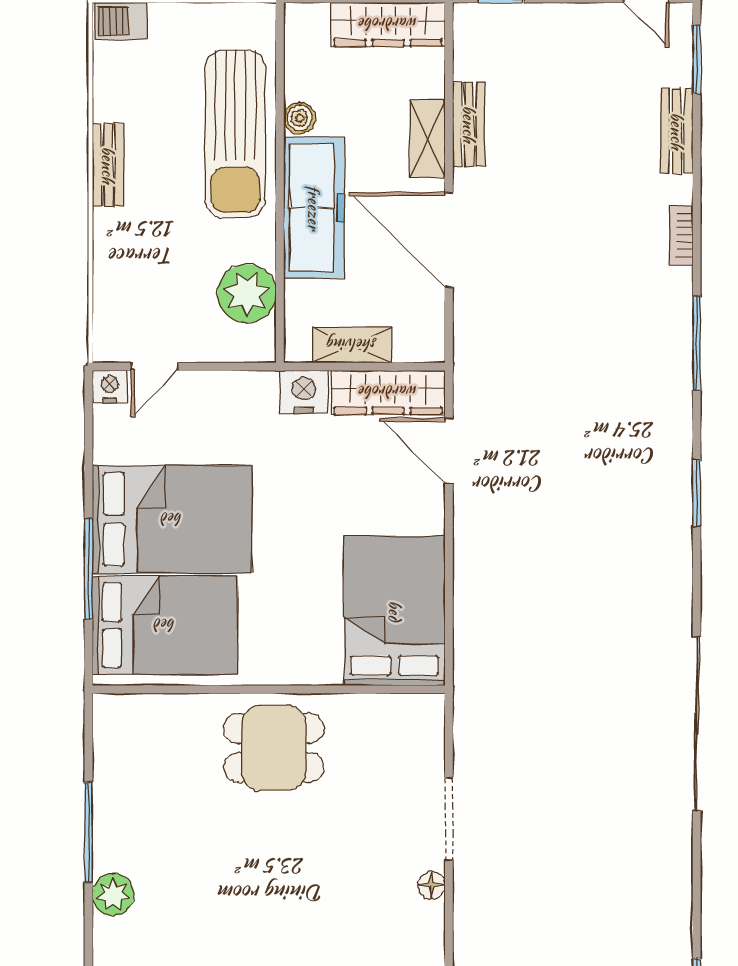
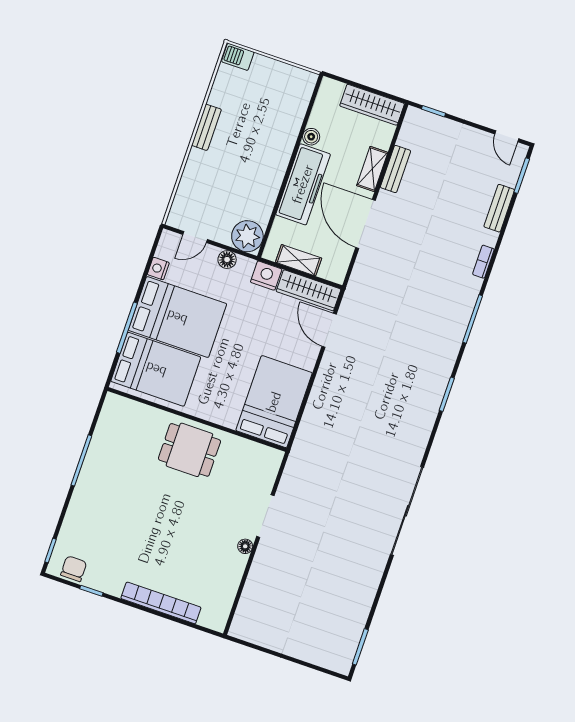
sun lounger: (235, 134) -> (276, 133), removed
plant: (247, 293) -> (247, 236), moved
nightstand: (110, 386) -> (158, 269), moved, turned -90
floor lamp: (225, 387) -> (227, 260), added
plant: (113, 895) -> (83, 496), removed

